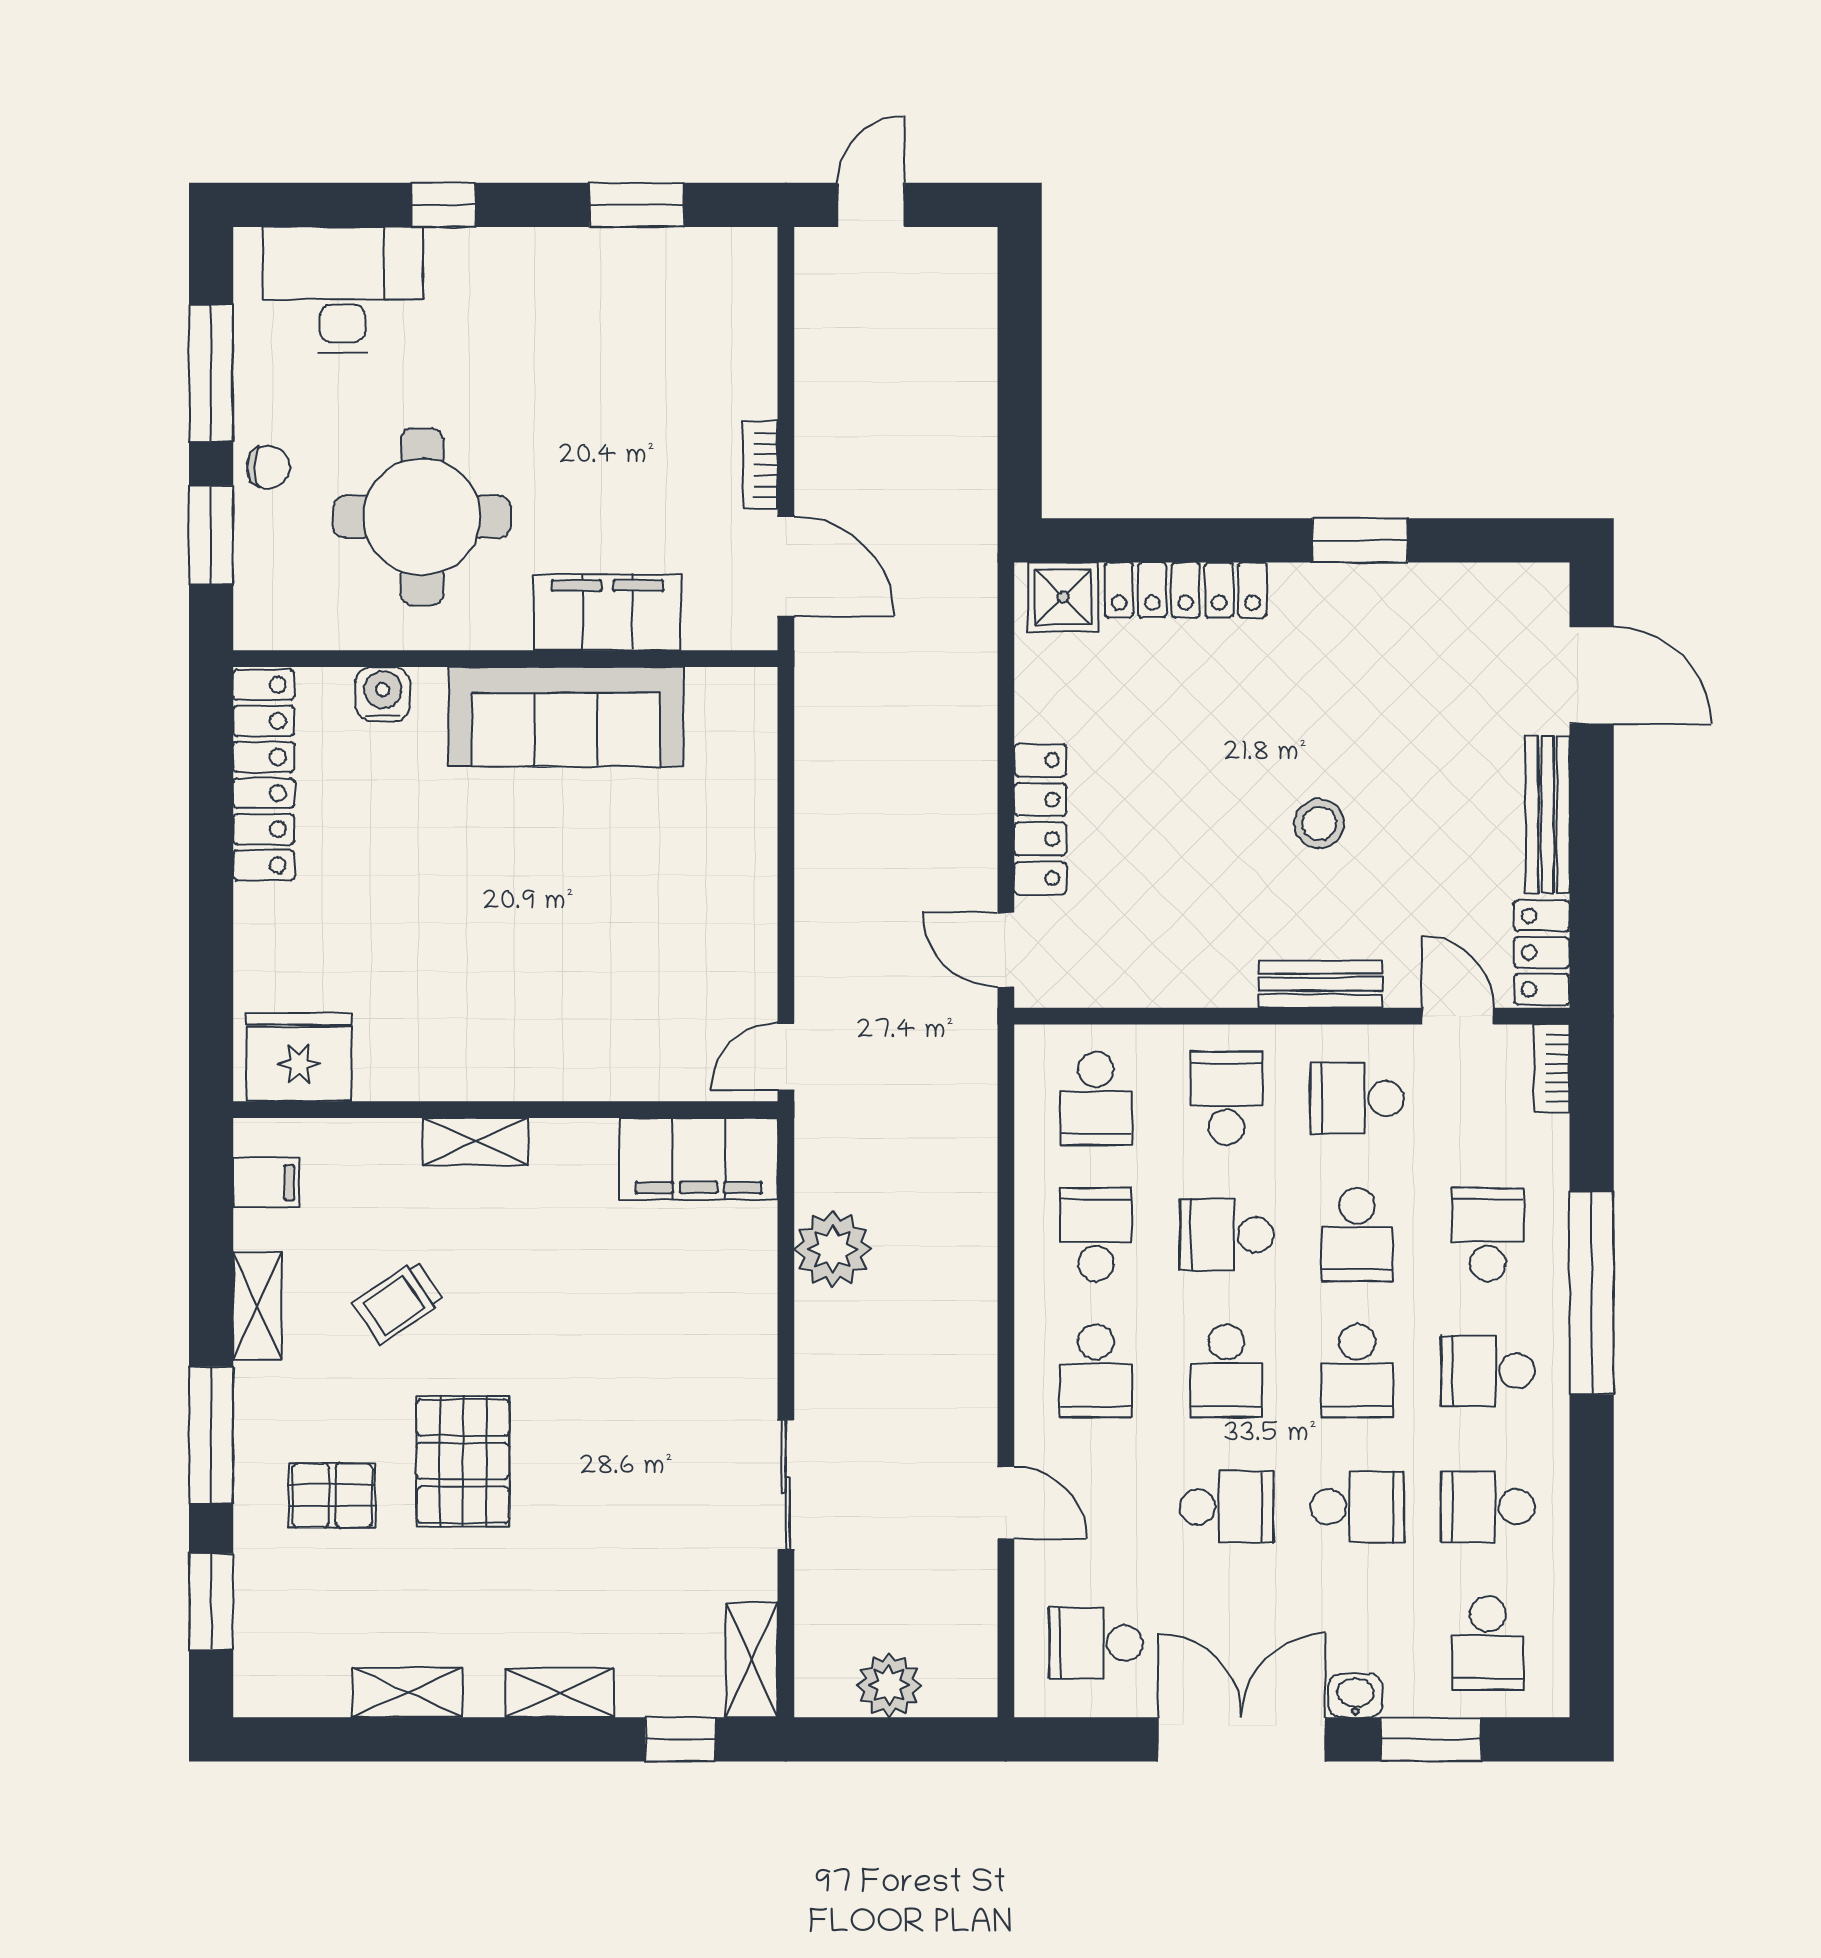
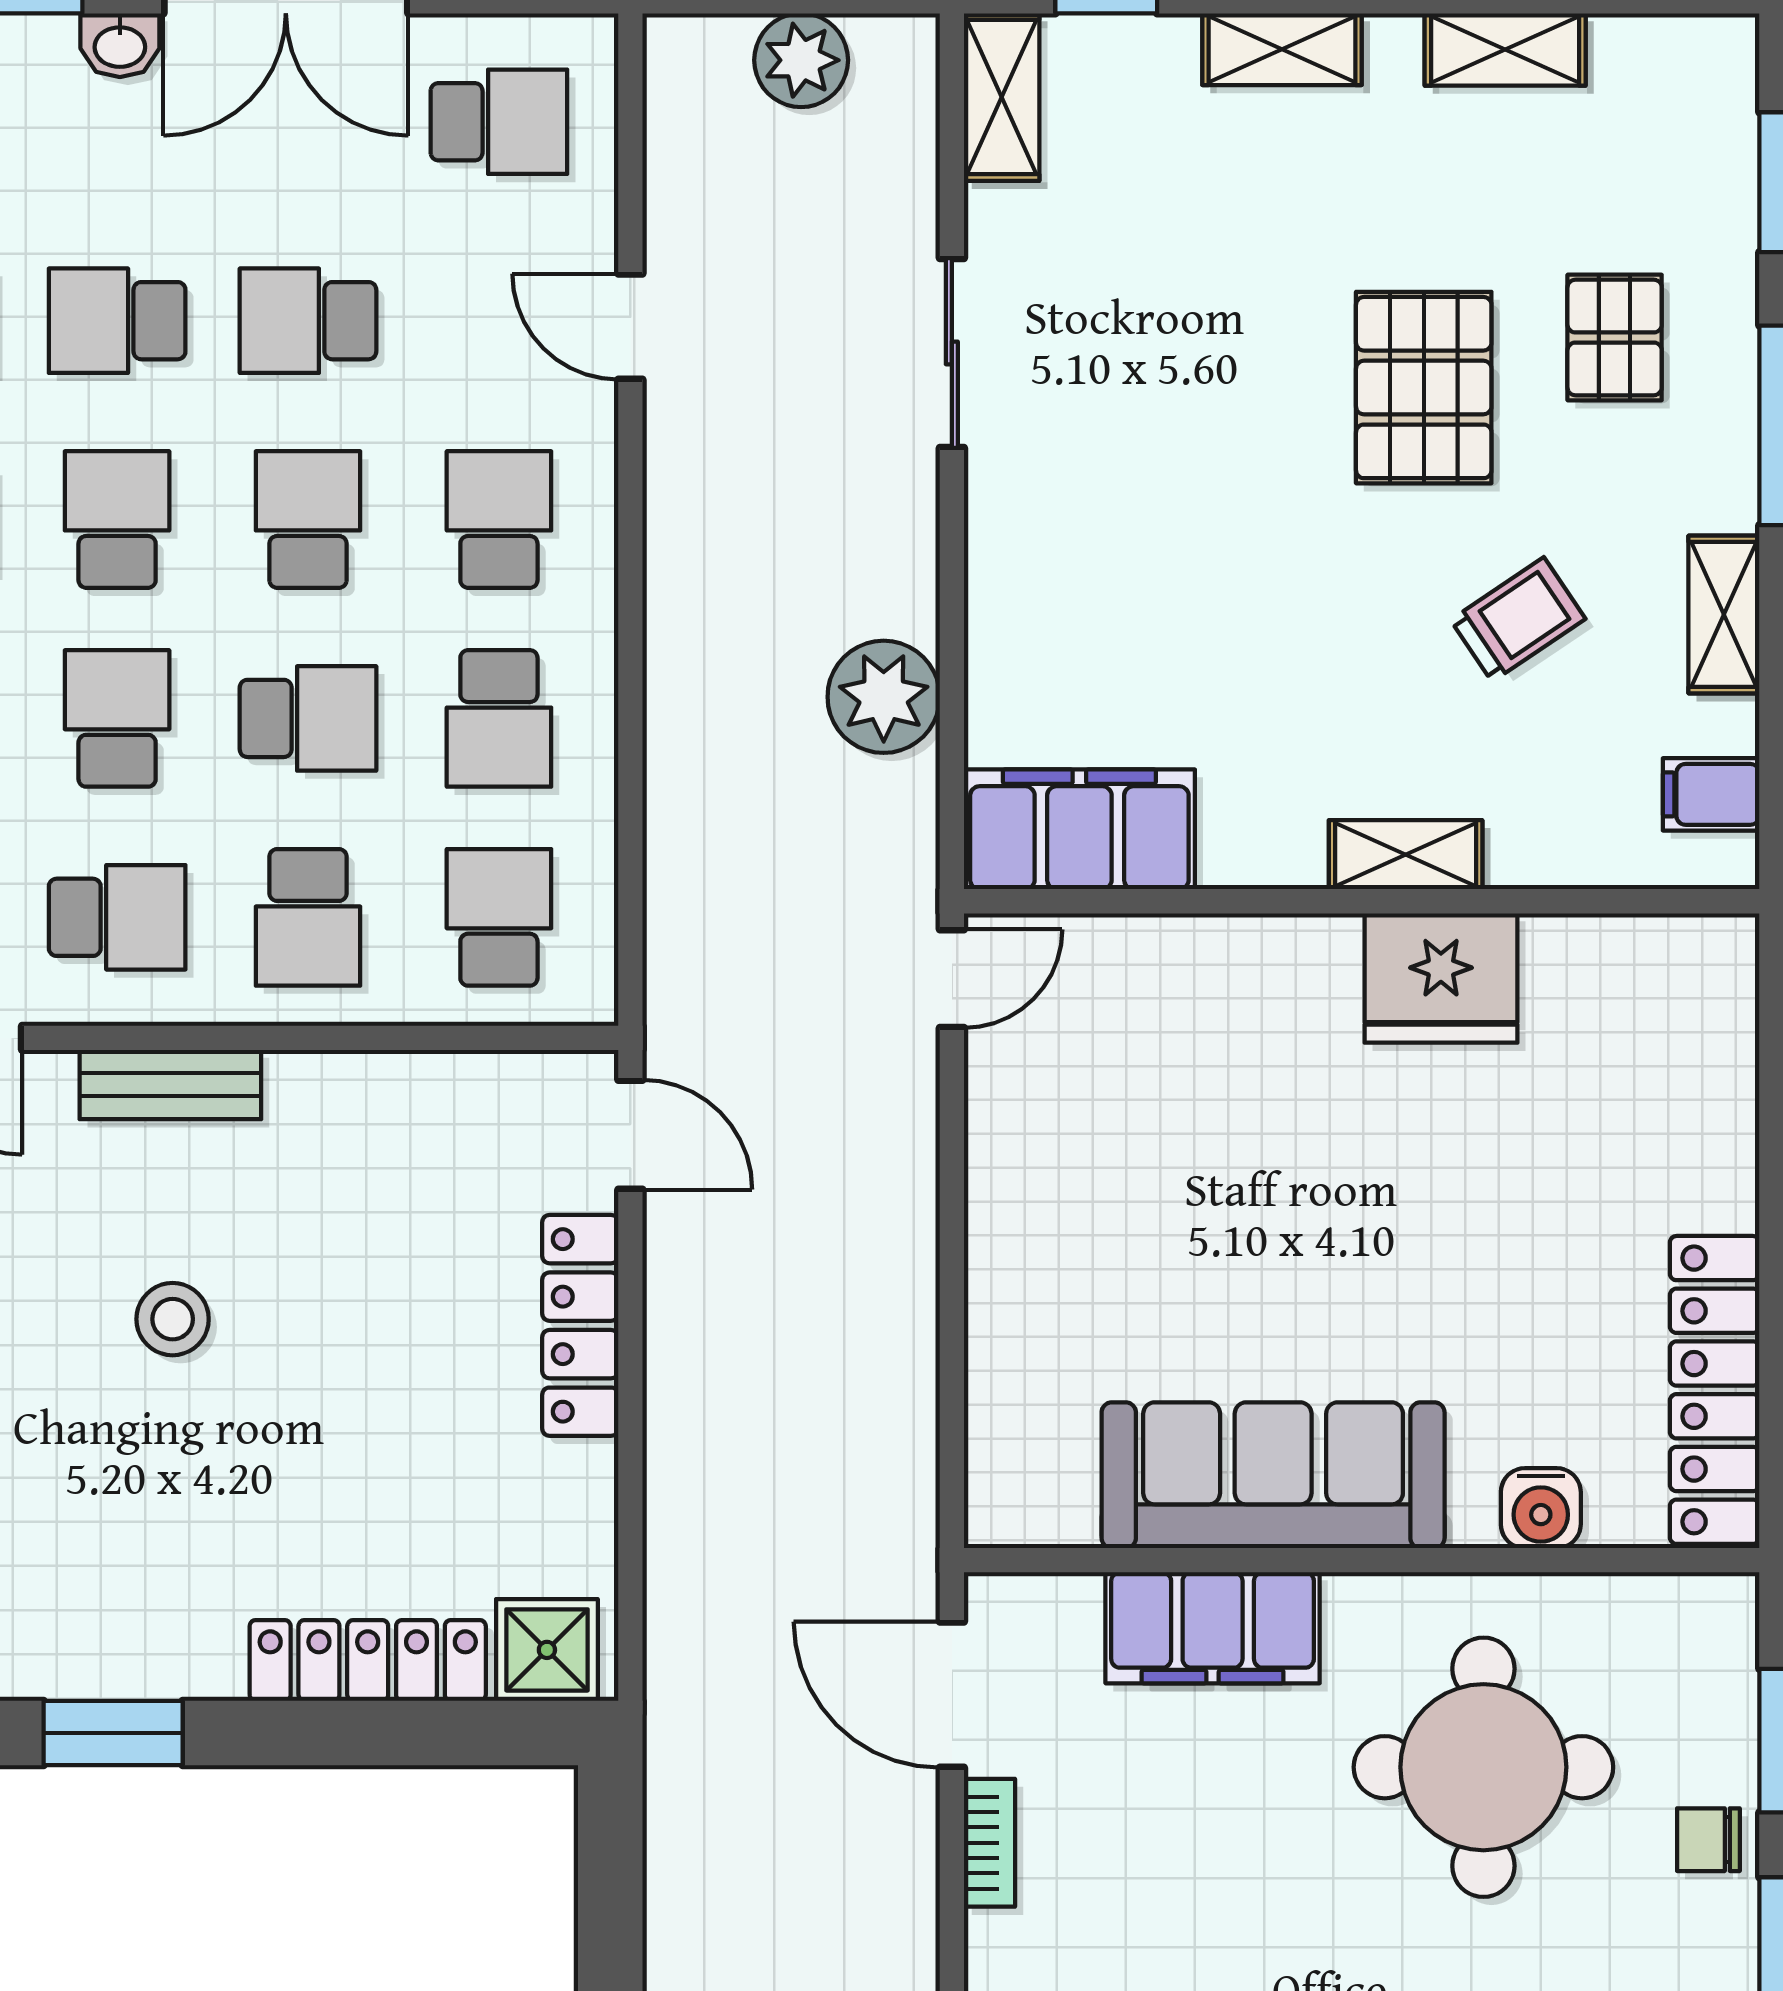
fridge: (299, 1057) -> (1441, 978), moved
pallet: (332, 1495) -> (1615, 337), turned 90

